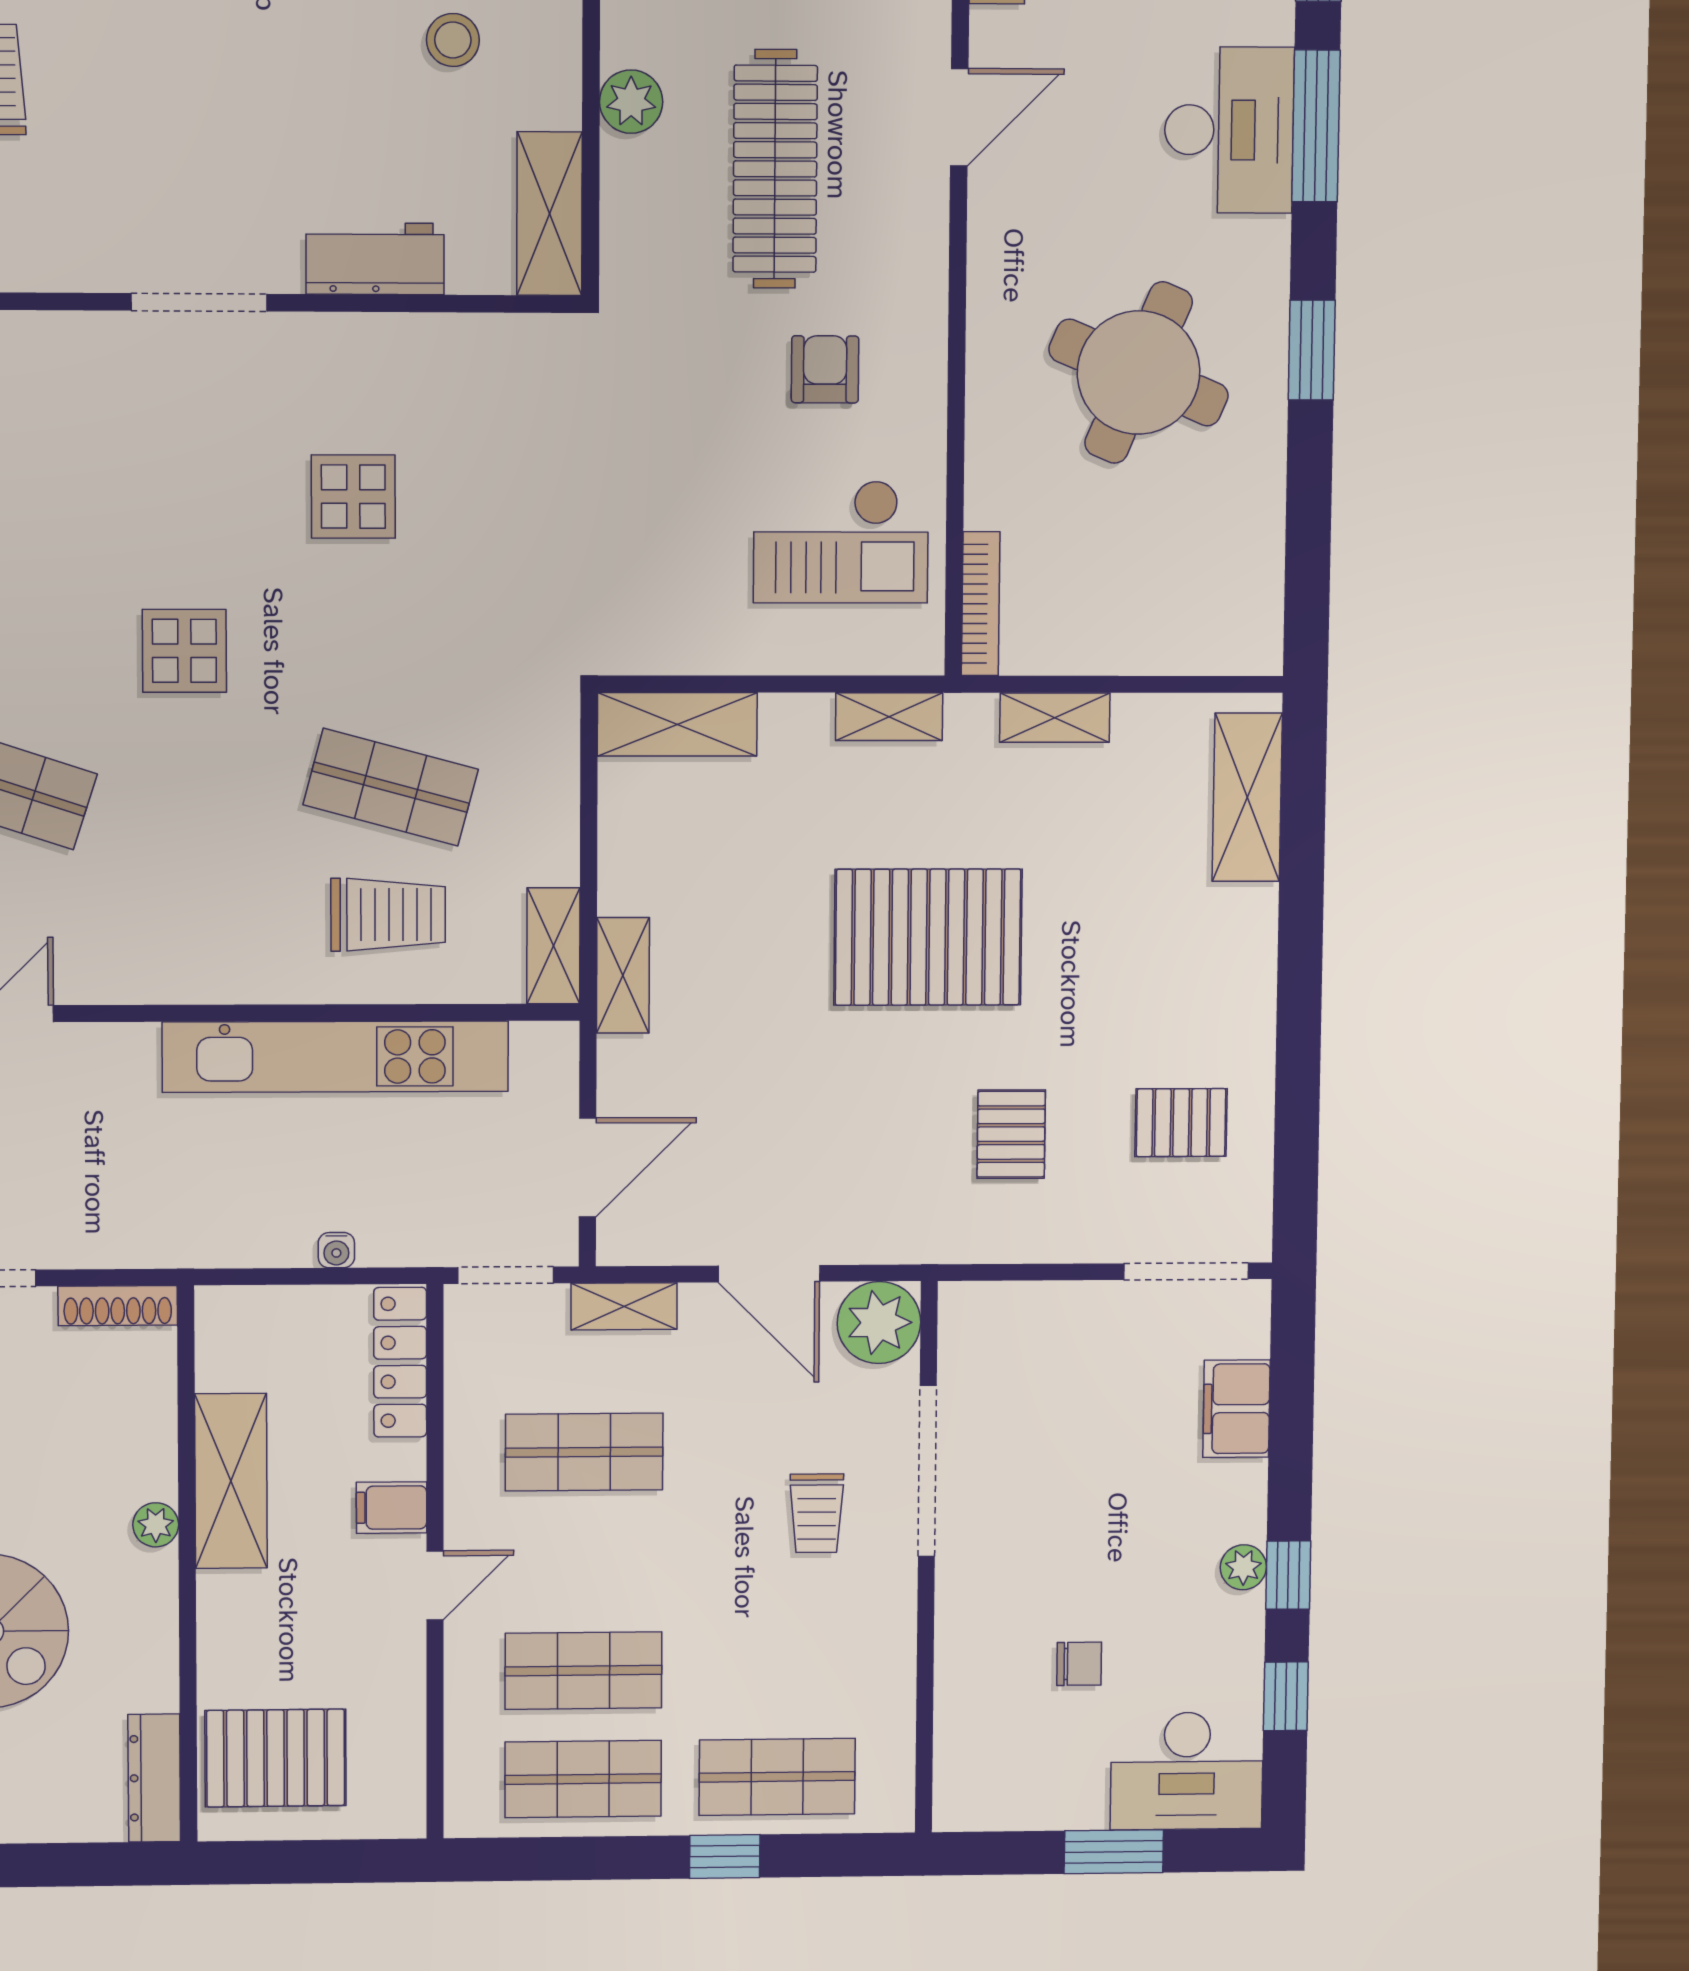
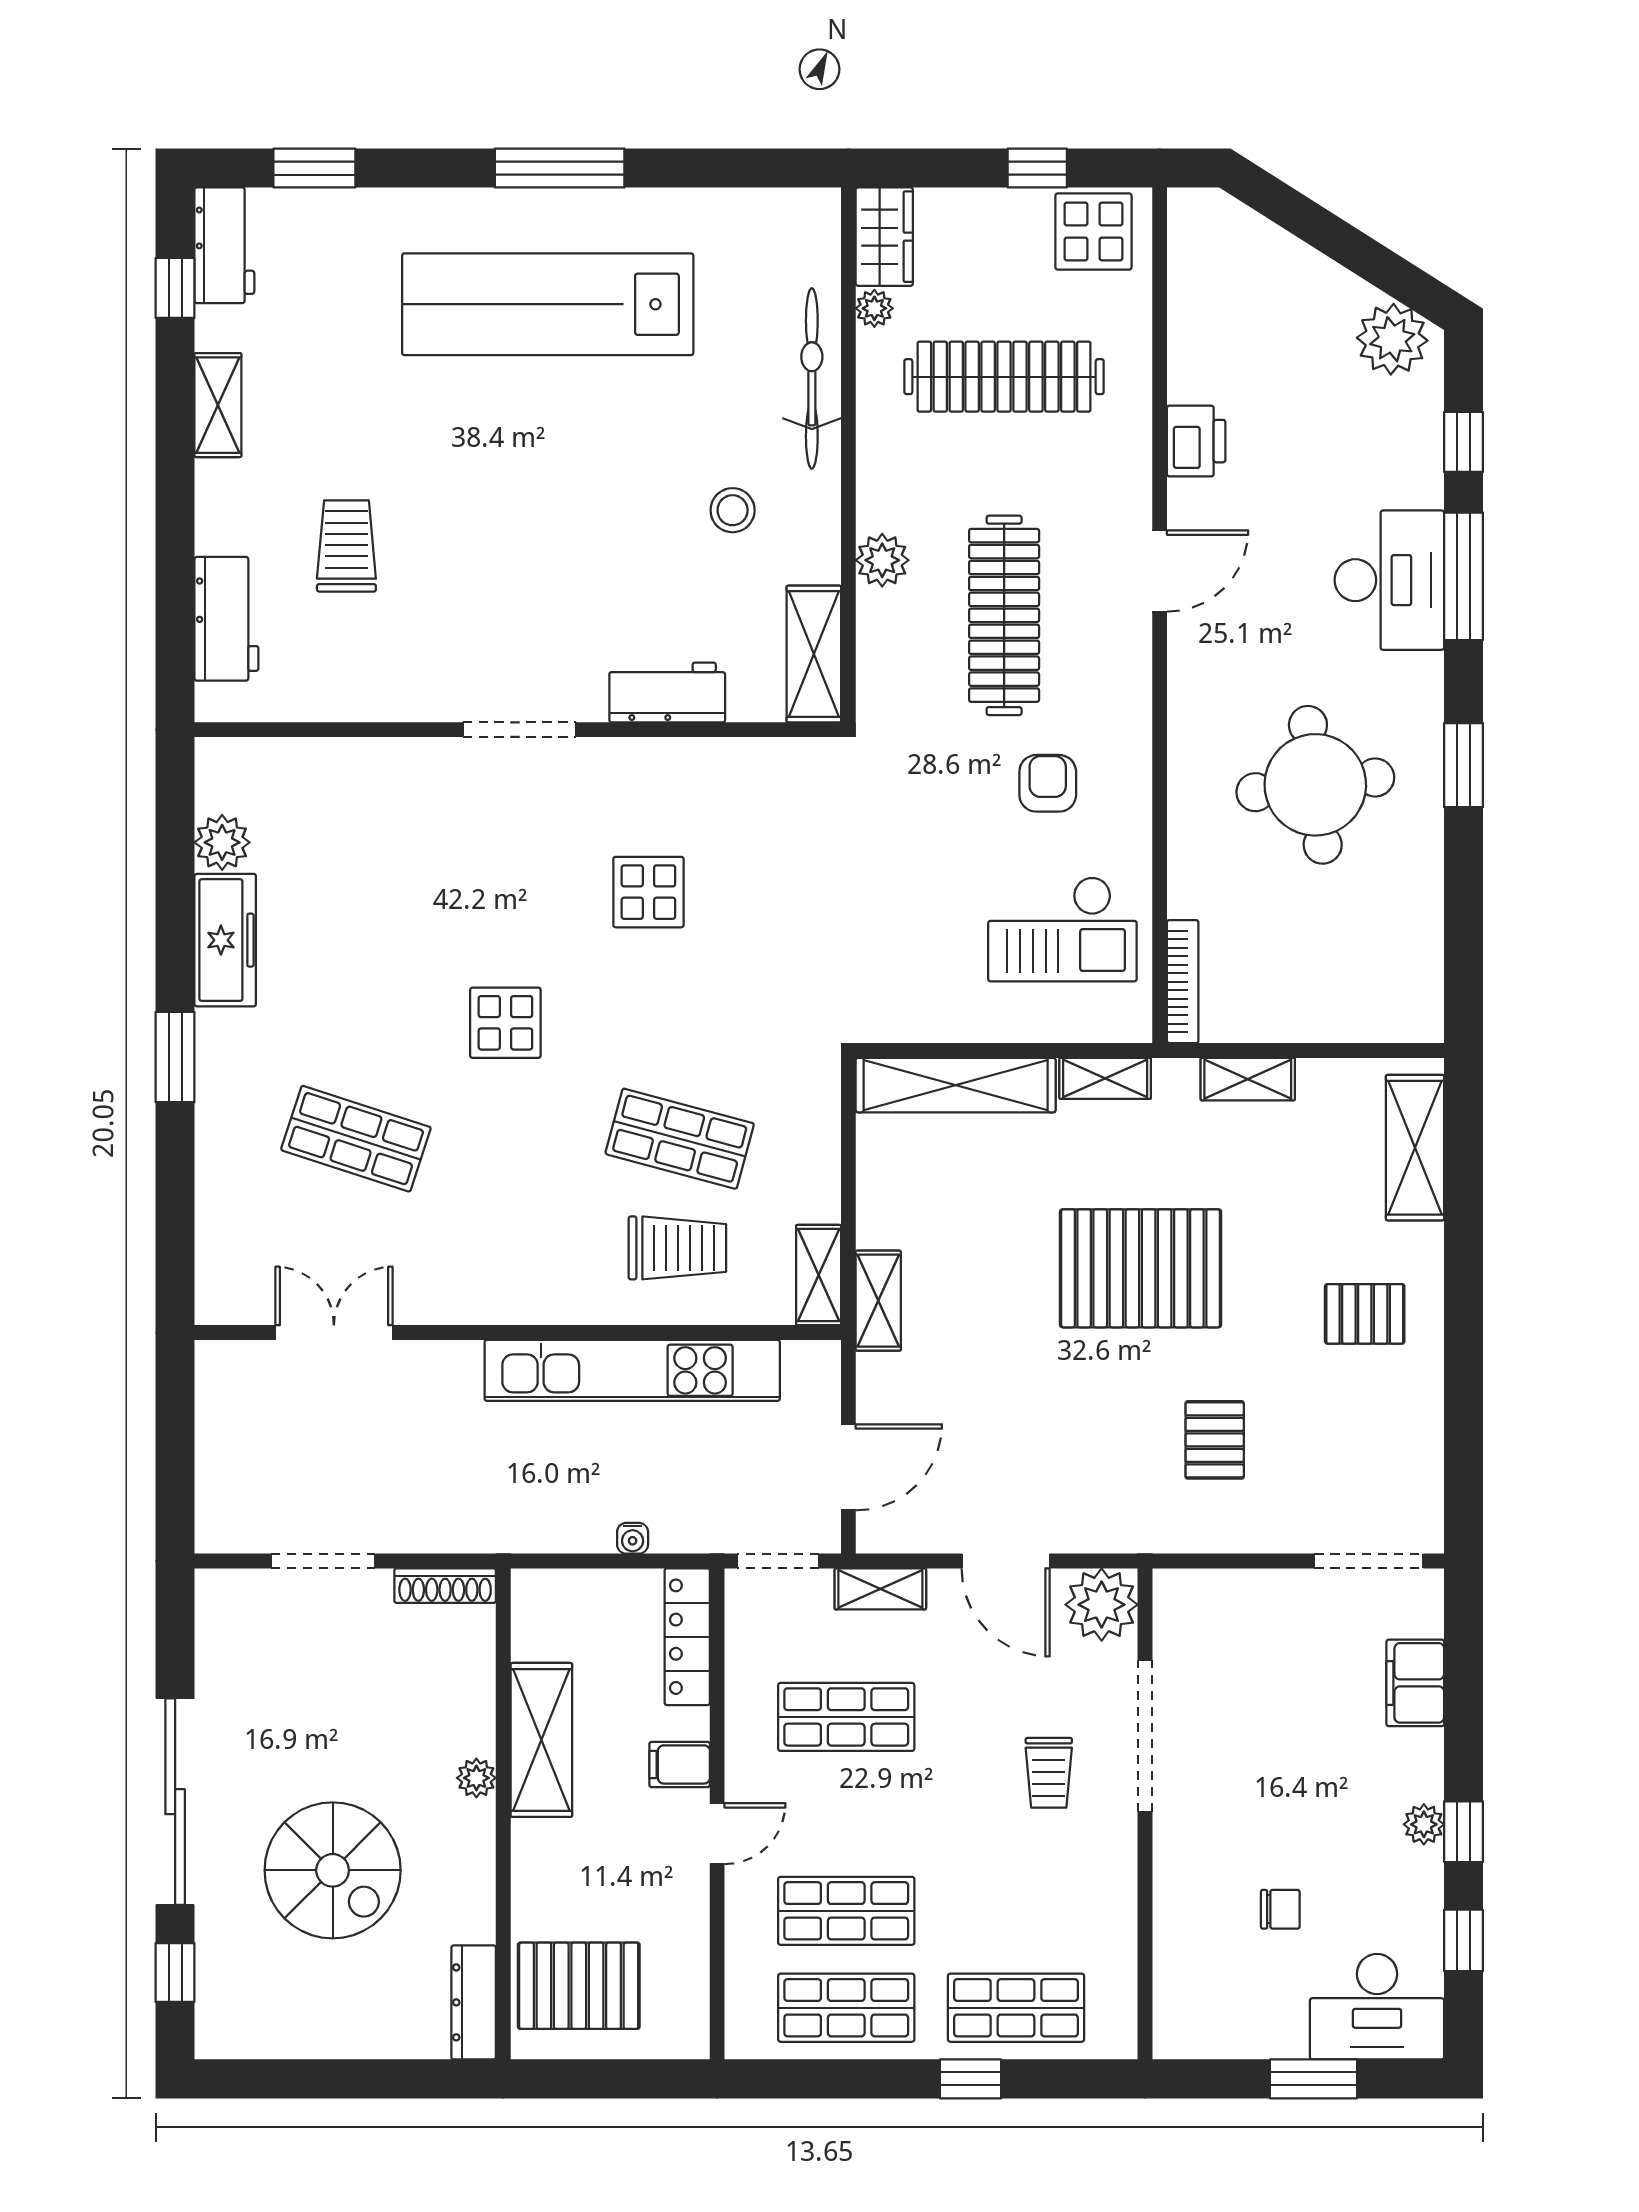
round table: (1139, 373) -> (1315, 785), turned -30
shelving: (677, 724) -> (956, 1085), width x1.47
pallet: (1181, 1123) -> (1365, 1314), moved

